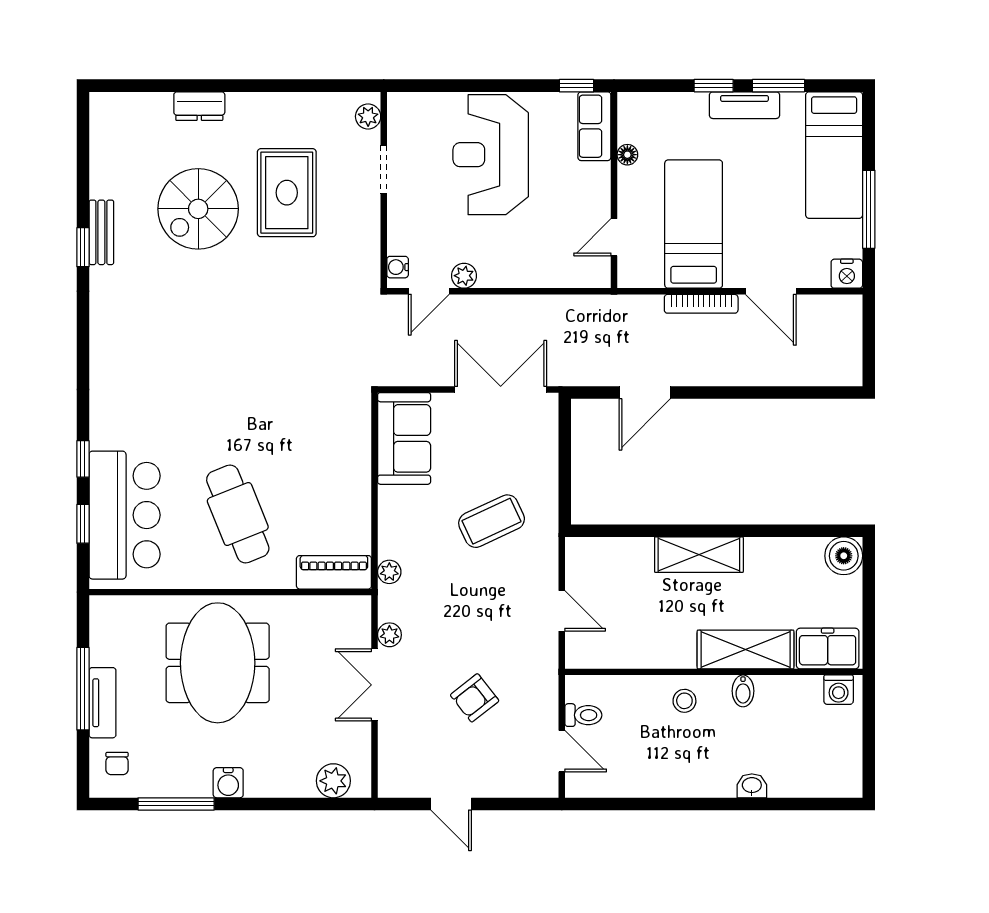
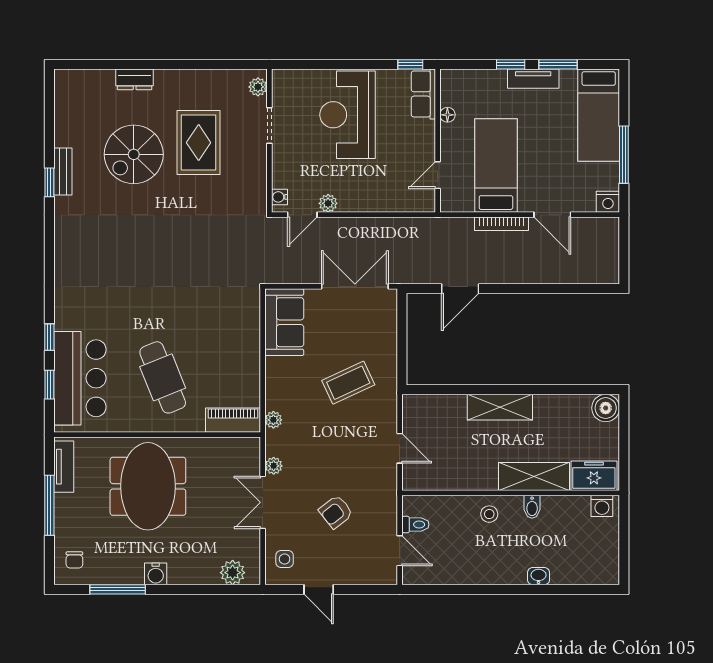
tv unit: (102, 703) -> (64, 467), moved
side table: (404, 762) -> (285, 559), added

